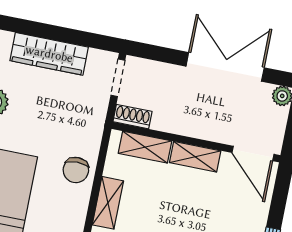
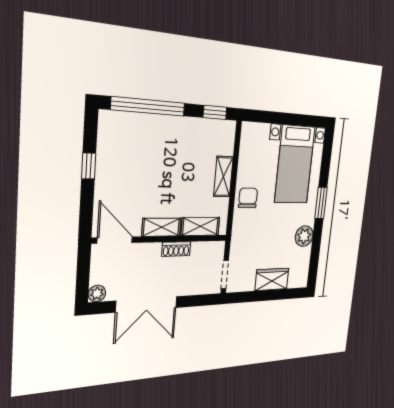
wardrobe: (49, 54) -> (272, 279), width x0.67
shoe rack: (132, 117) -> (176, 249), moved

